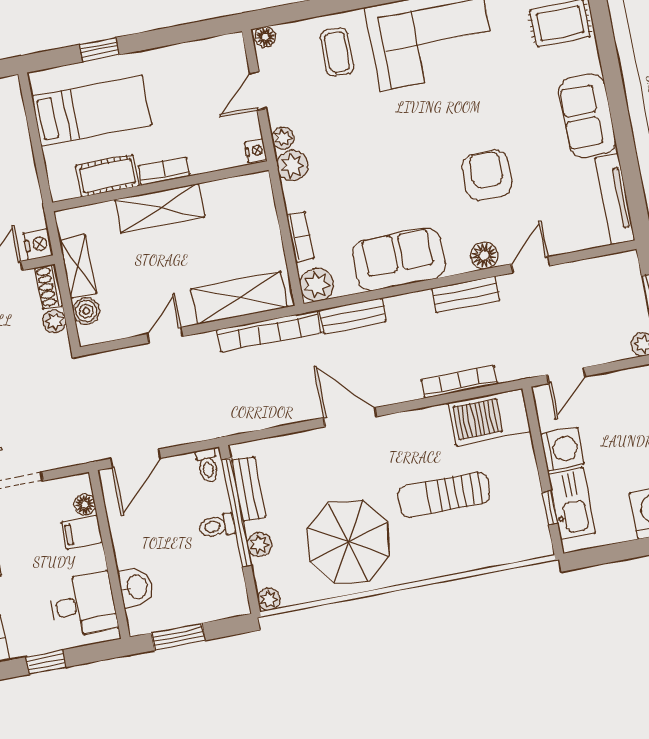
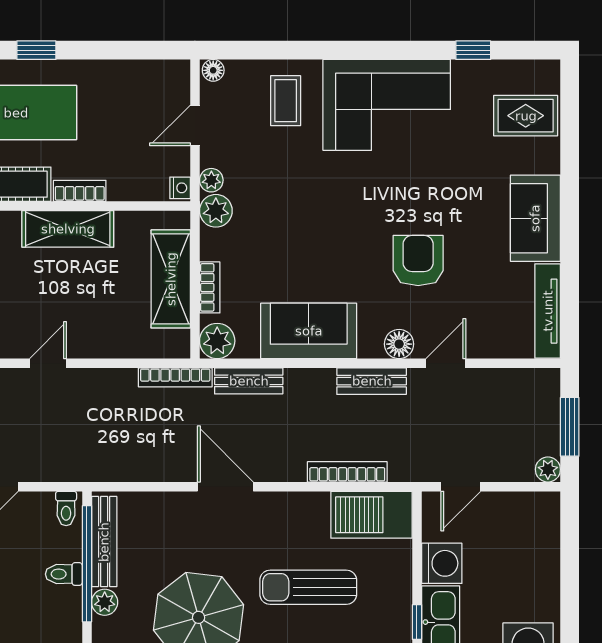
shelving: (239, 298) -> (171, 279), moved, turned 90
bookcase: (269, 331) -> (175, 377), width x0.68, depth x0.76
bench: (248, 489) -> (104, 542), width x1.36

